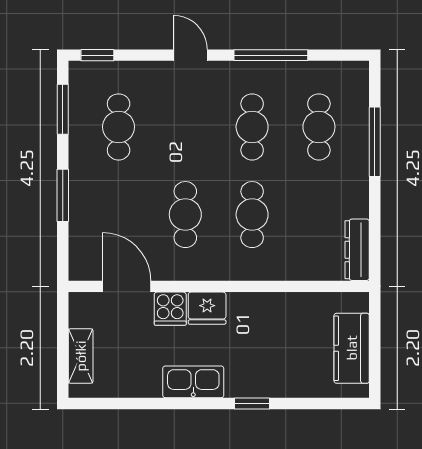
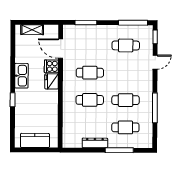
door: (190, 55) -> (155, 62), moved
window: (63, 109) -> (133, 23), width x1.44
window: (63, 195) -> (86, 23), moved
dresser: (357, 250) -> (95, 143), moved
door: (127, 286) -> (61, 49), swing flipped

